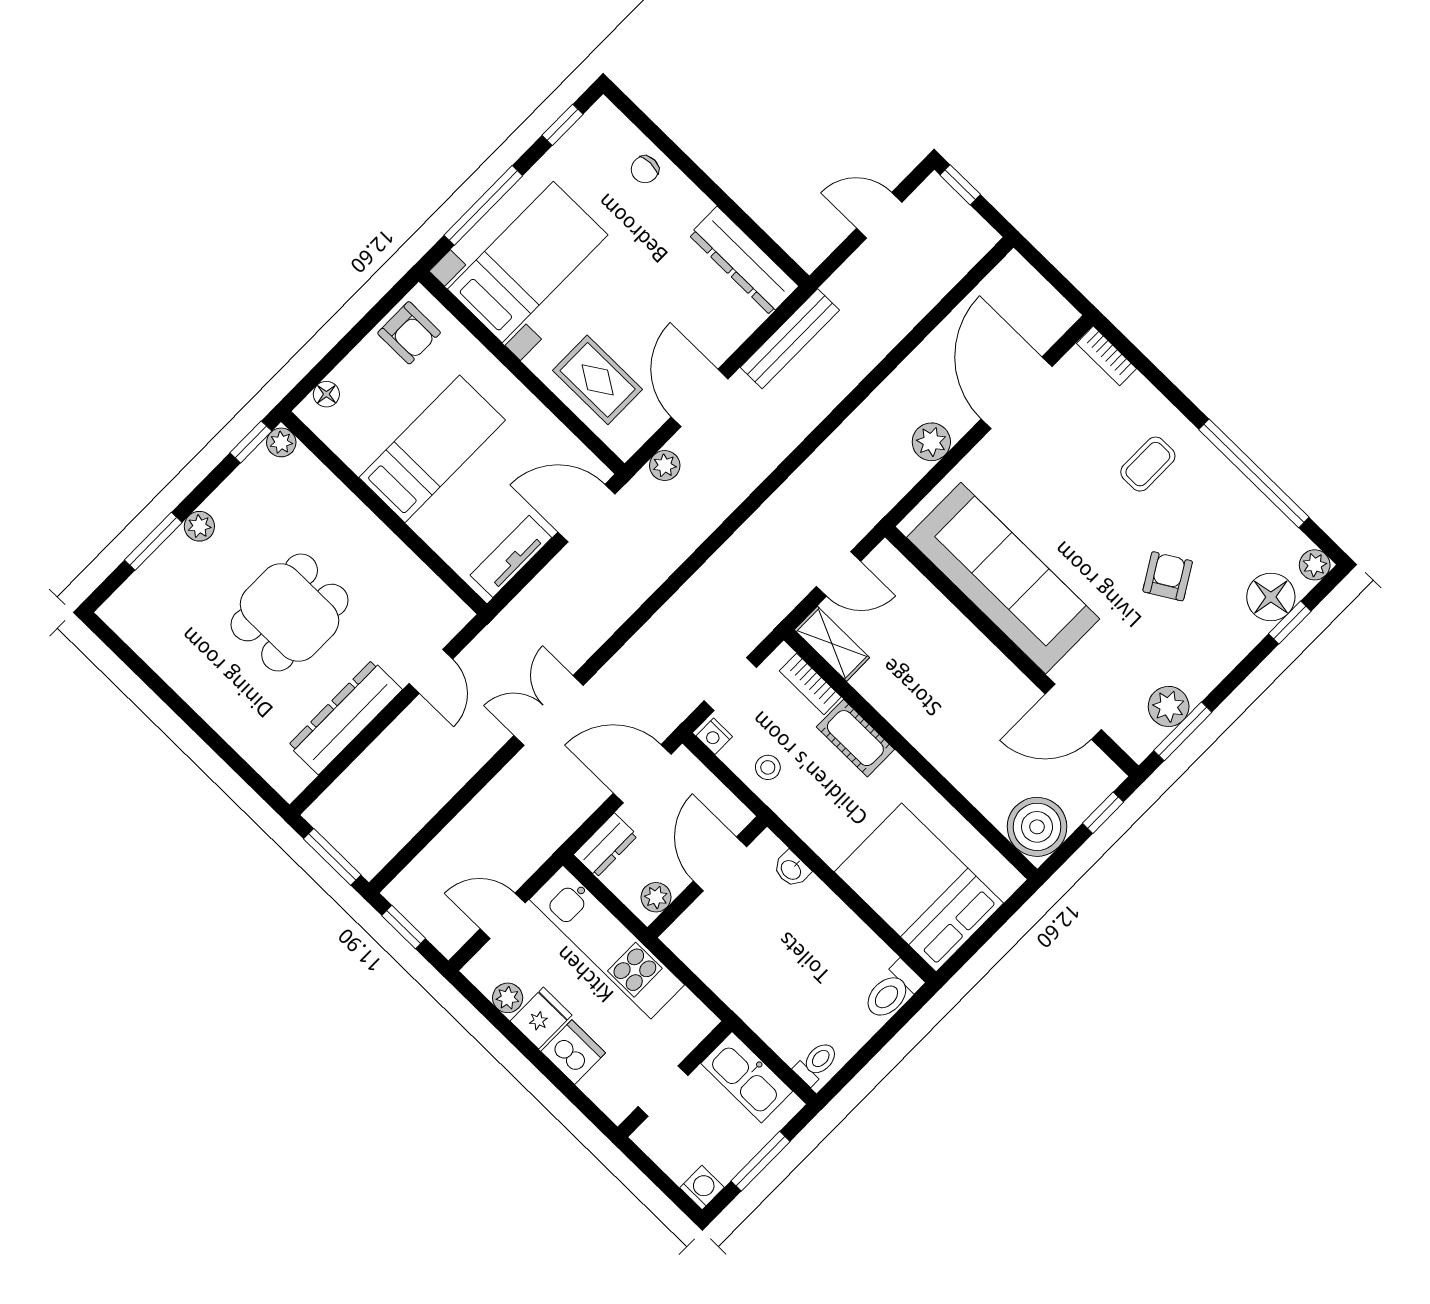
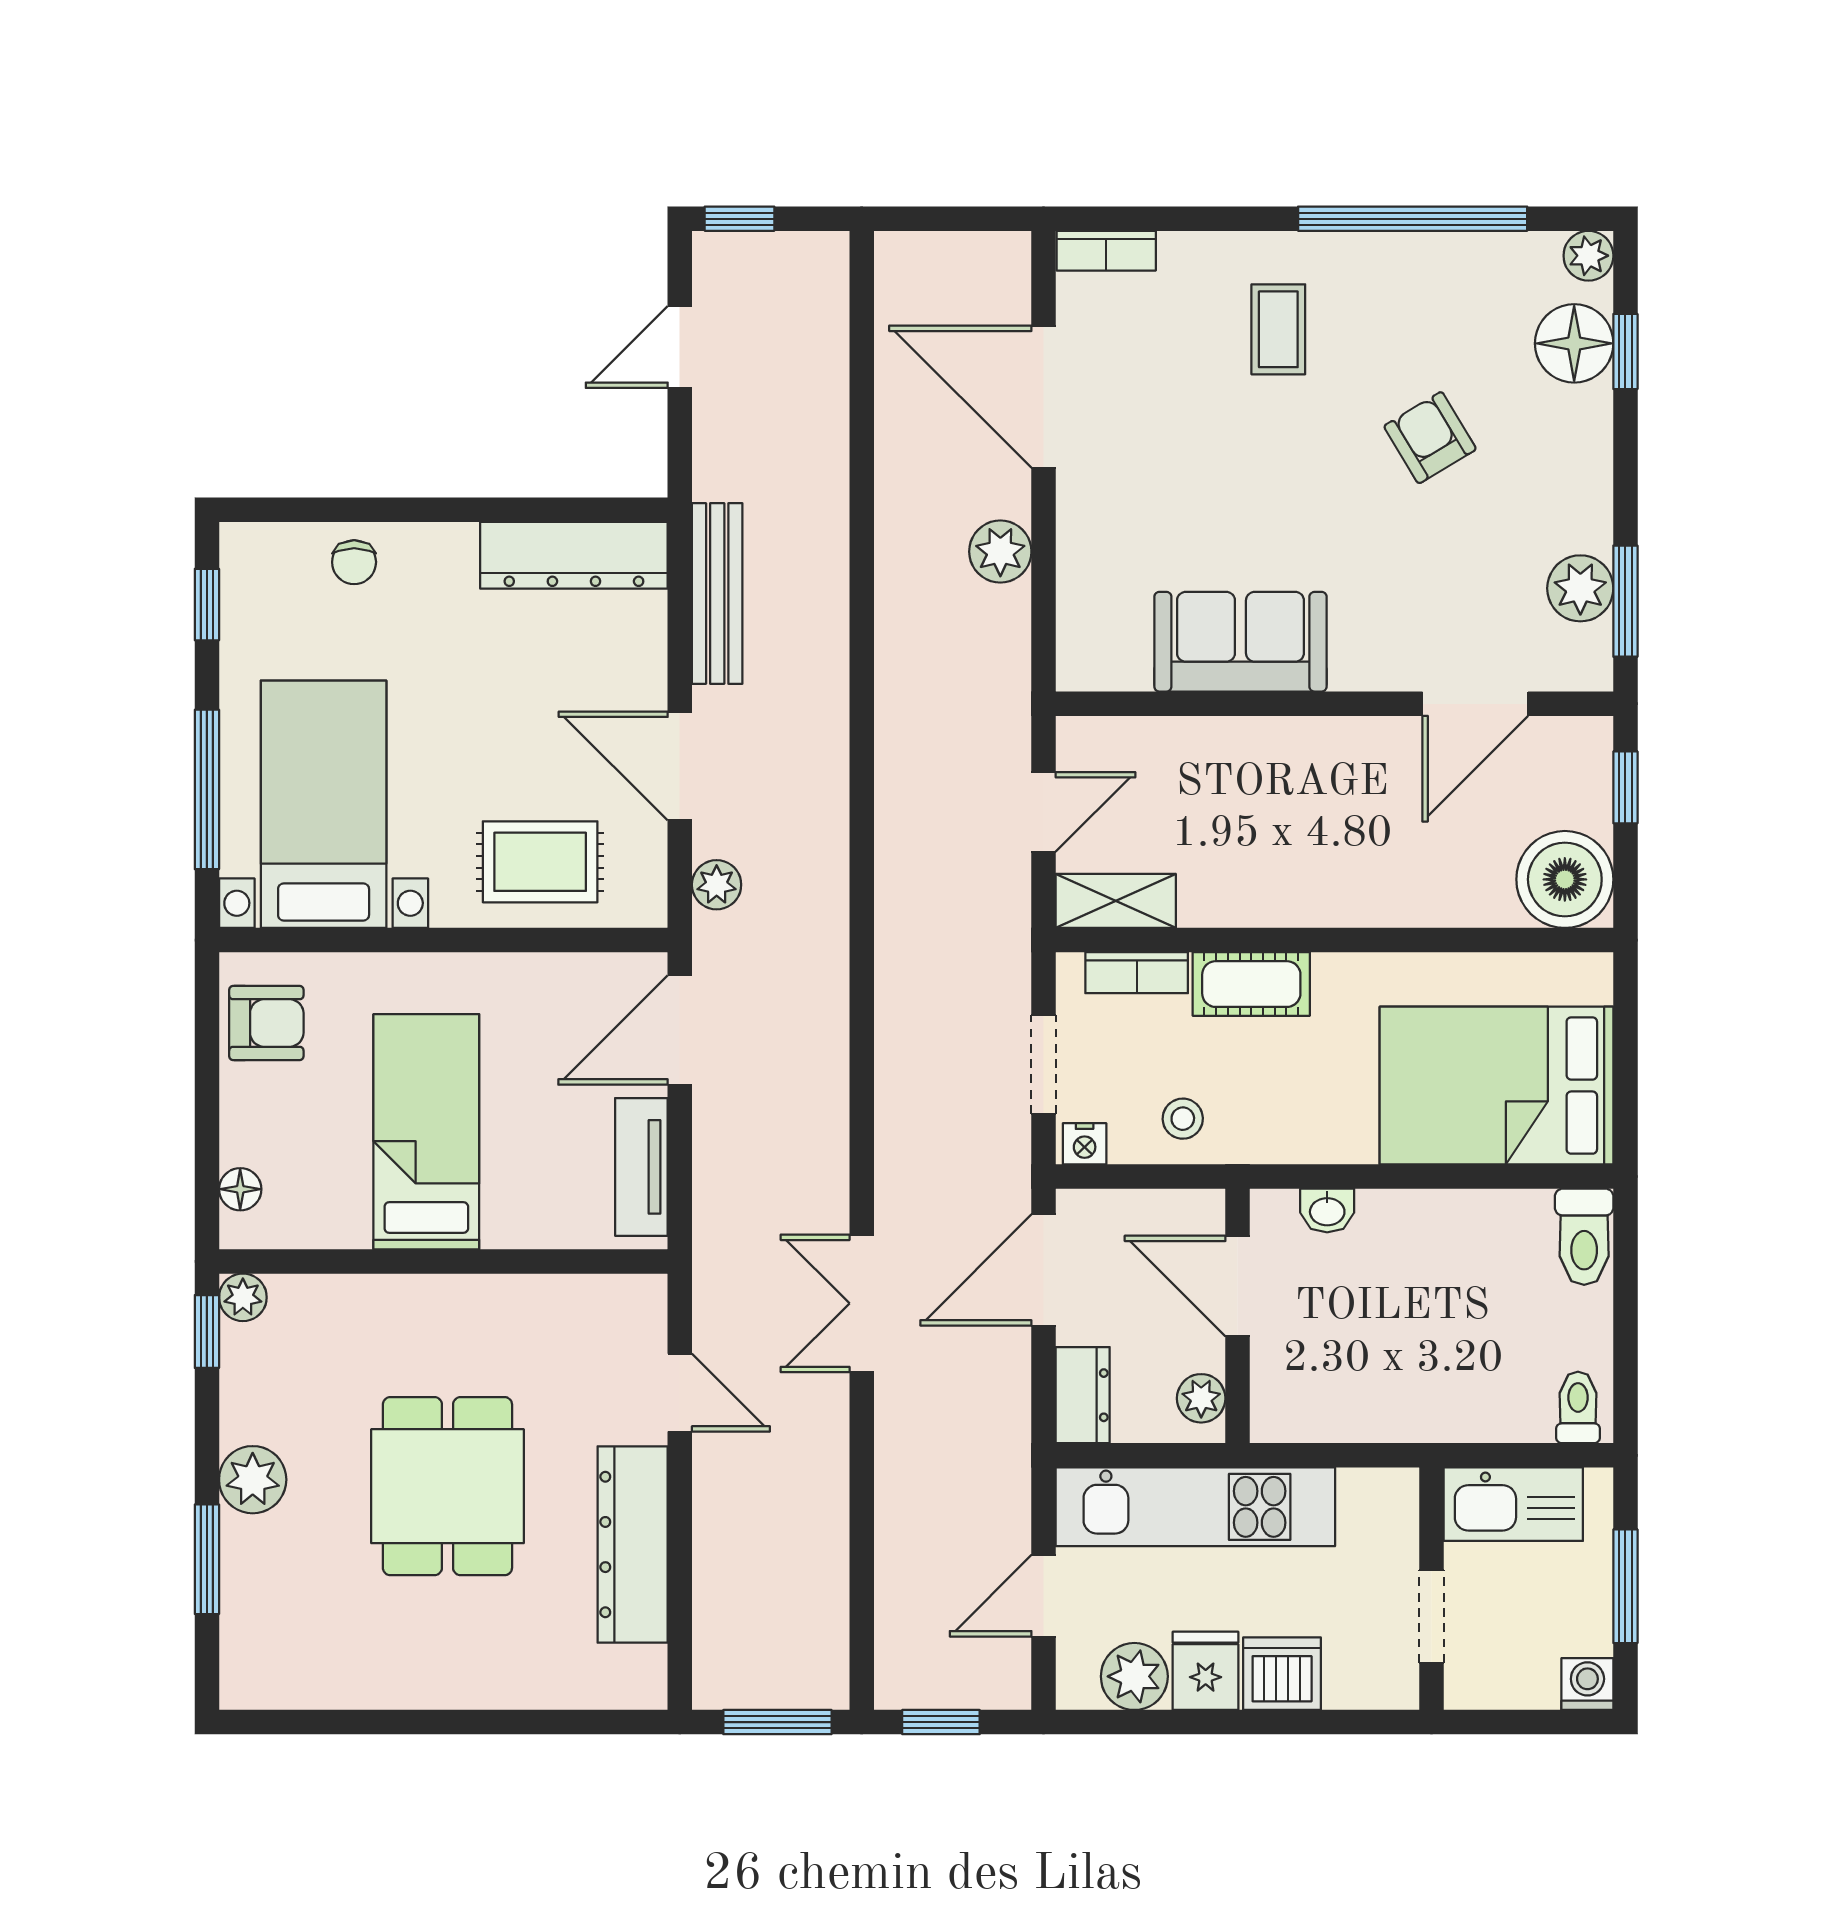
plant: (199, 526) -> (253, 1480), width x1.38, depth x1.38
sofa: (1003, 578) -> (1240, 642), width x0.54, depth x0.79
plant: (508, 998) -> (1134, 1676), width x1.38, depth x1.38

